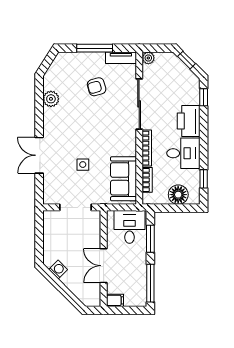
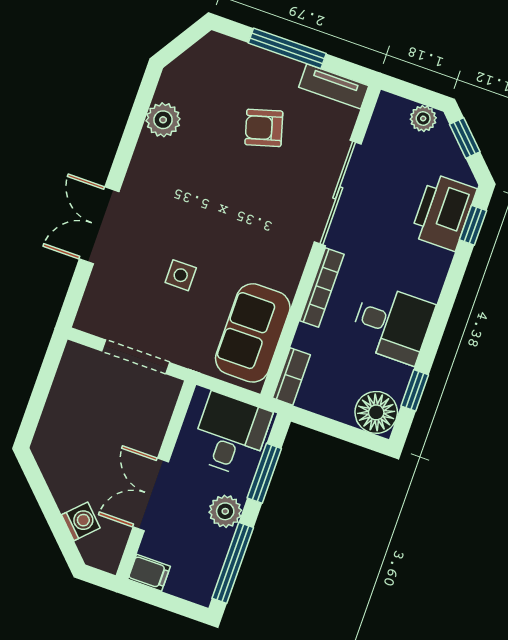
plant: (148, 58) -> (423, 119), moved
printer: (189, 121) -> (443, 212), moved
bookcase: (147, 180) -> (291, 376), moved
floor lamp: (178, 195) -> (376, 412), moved
plant: (139, 262) -> (225, 511), added
washing machine: (58, 270) -> (81, 521), moved

